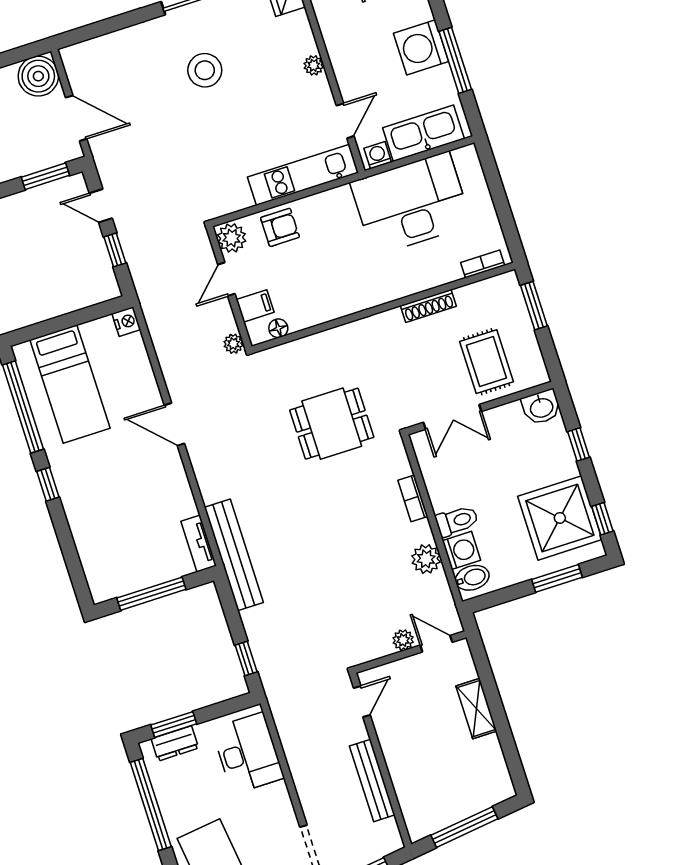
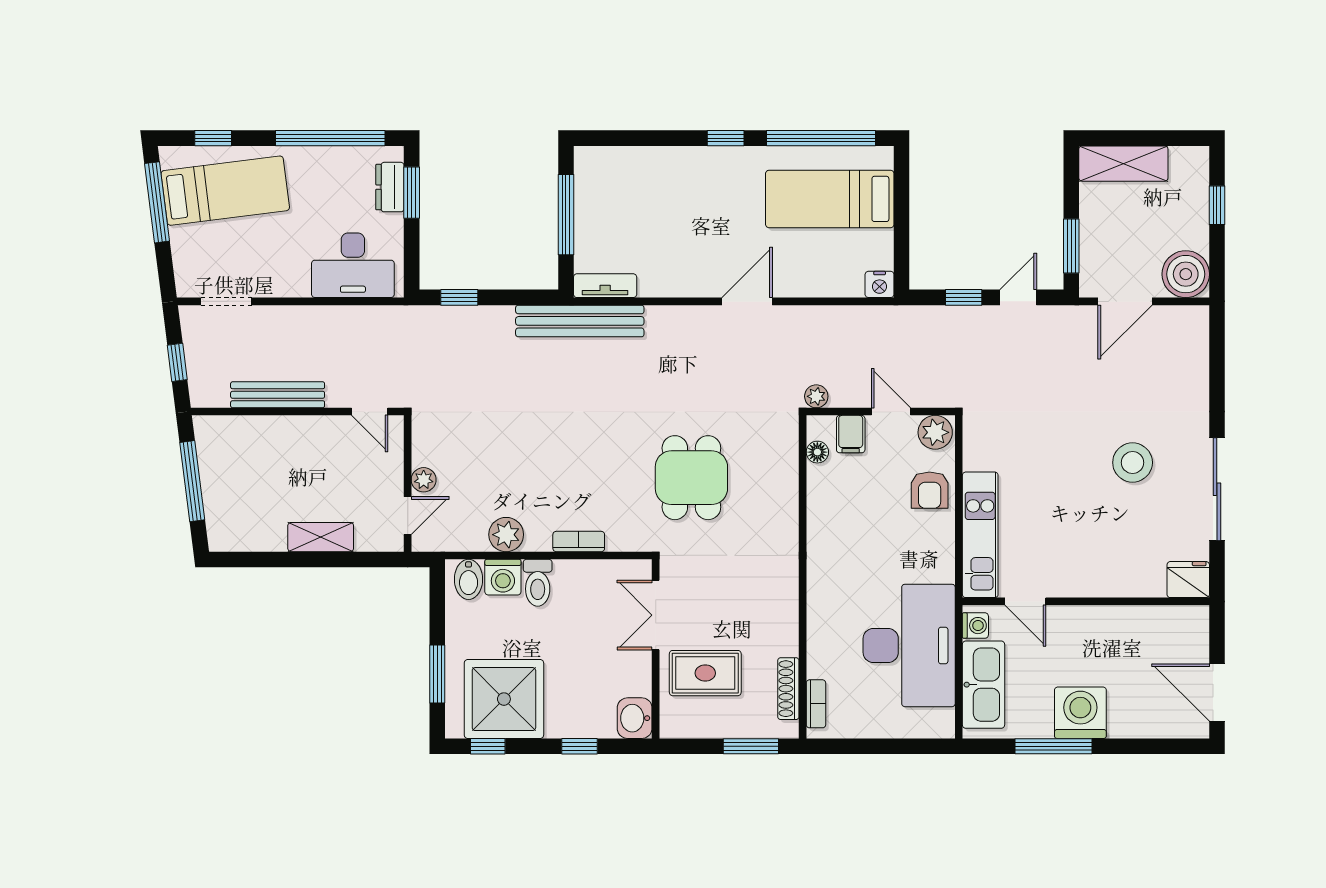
plant: (314, 65) -> (1099, 586), removed
shoe rack: (428, 306) -> (788, 689), moved

